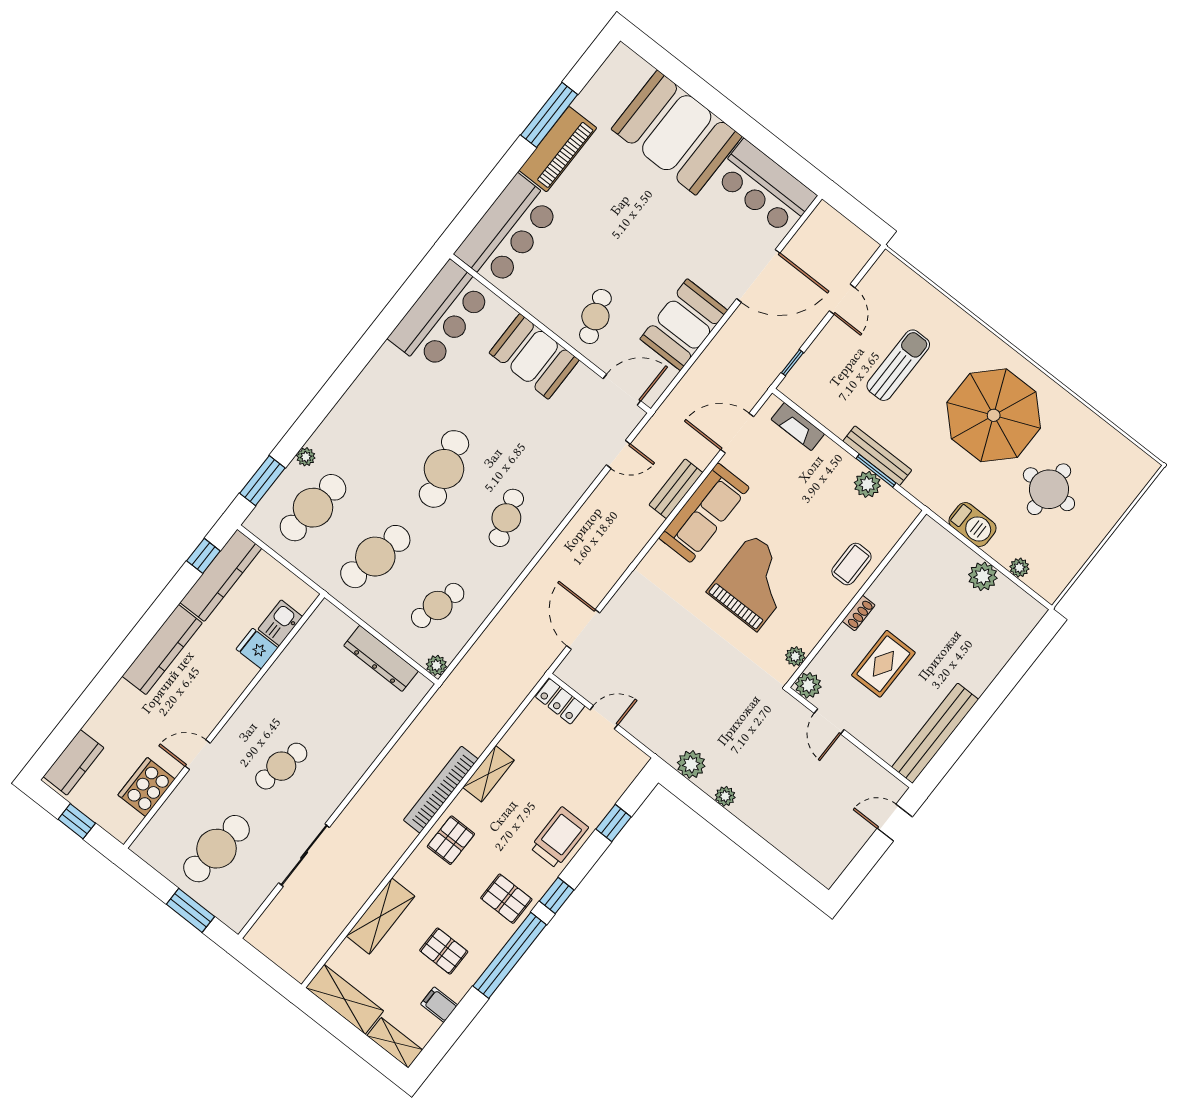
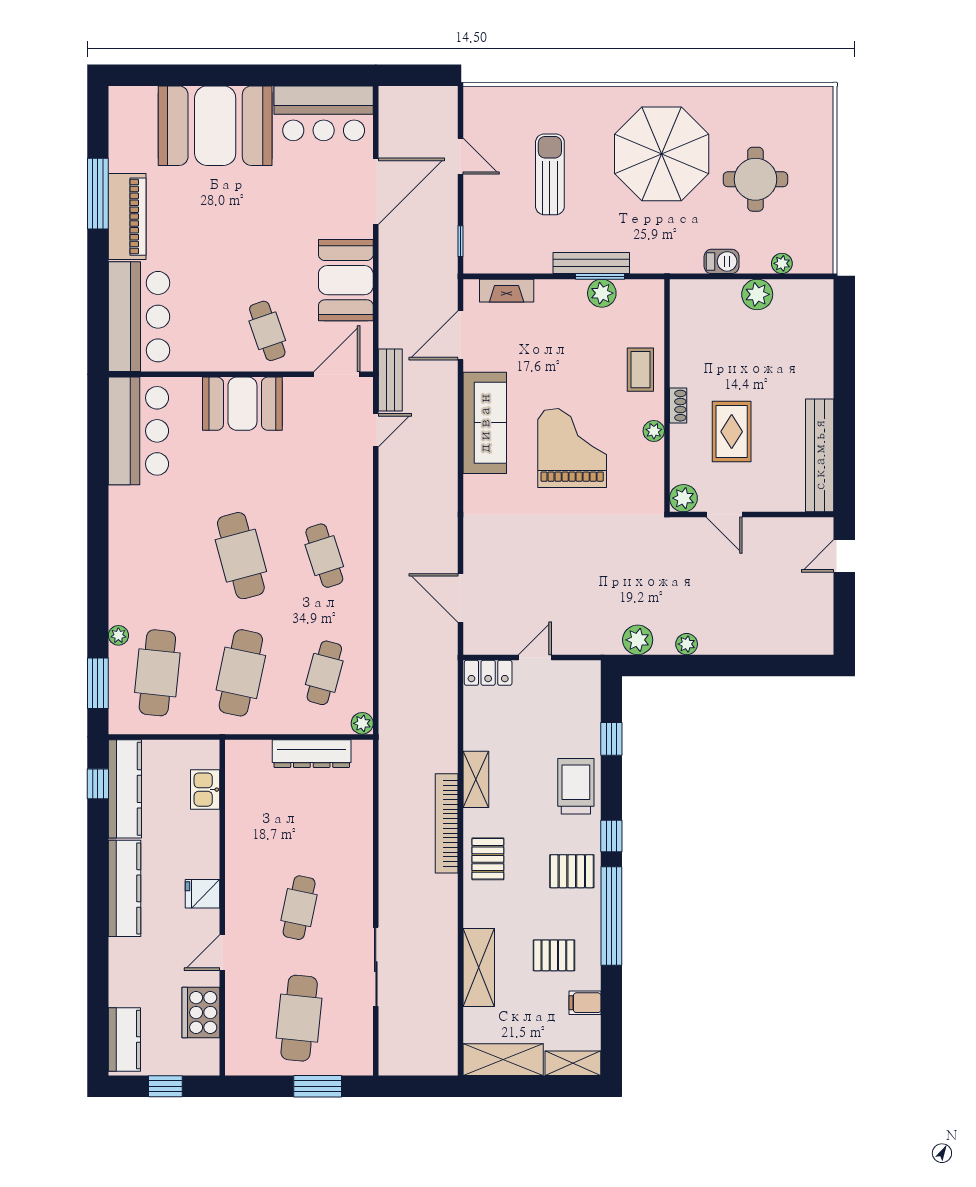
bench: (676, 489) -> (390, 380), moved
barbecue: (973, 524) -> (722, 261), width x0.73, depth x0.79
fridge: (257, 649) -> (203, 894), moved
plant: (795, 656) -> (654, 431), moved

